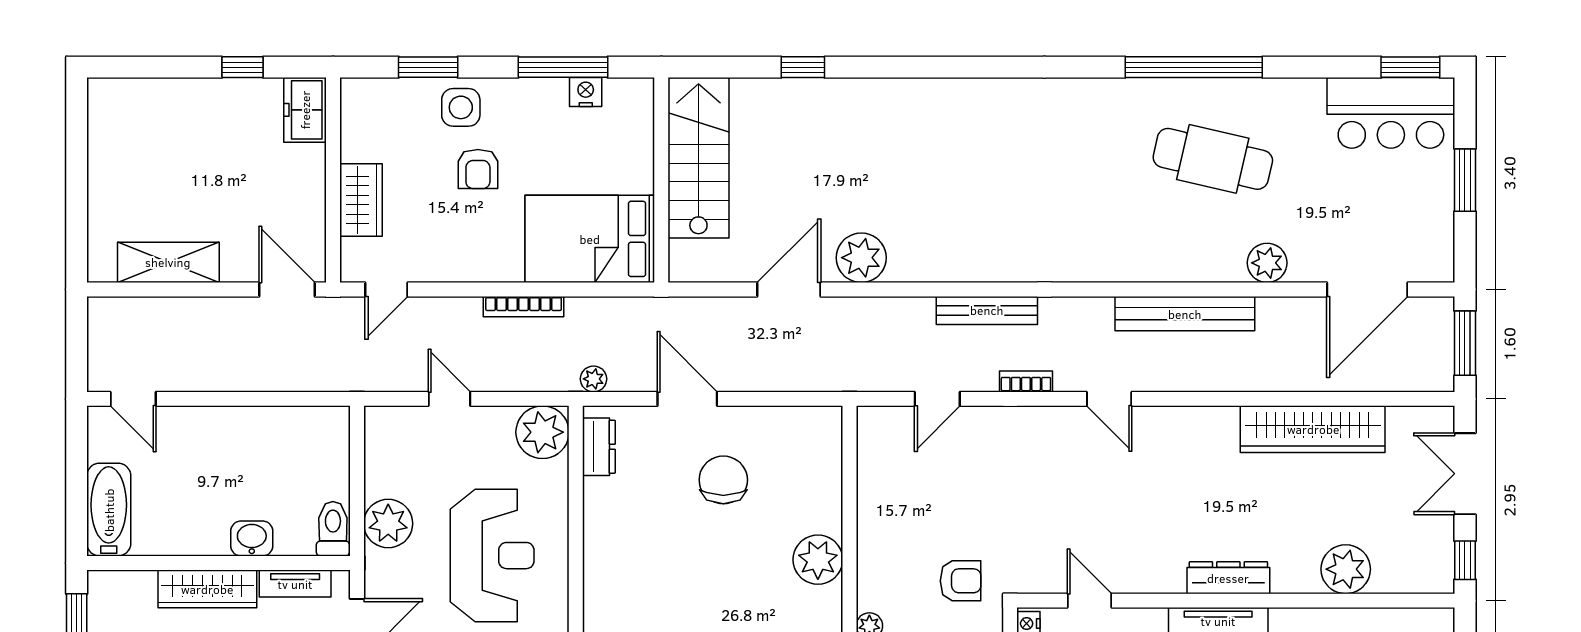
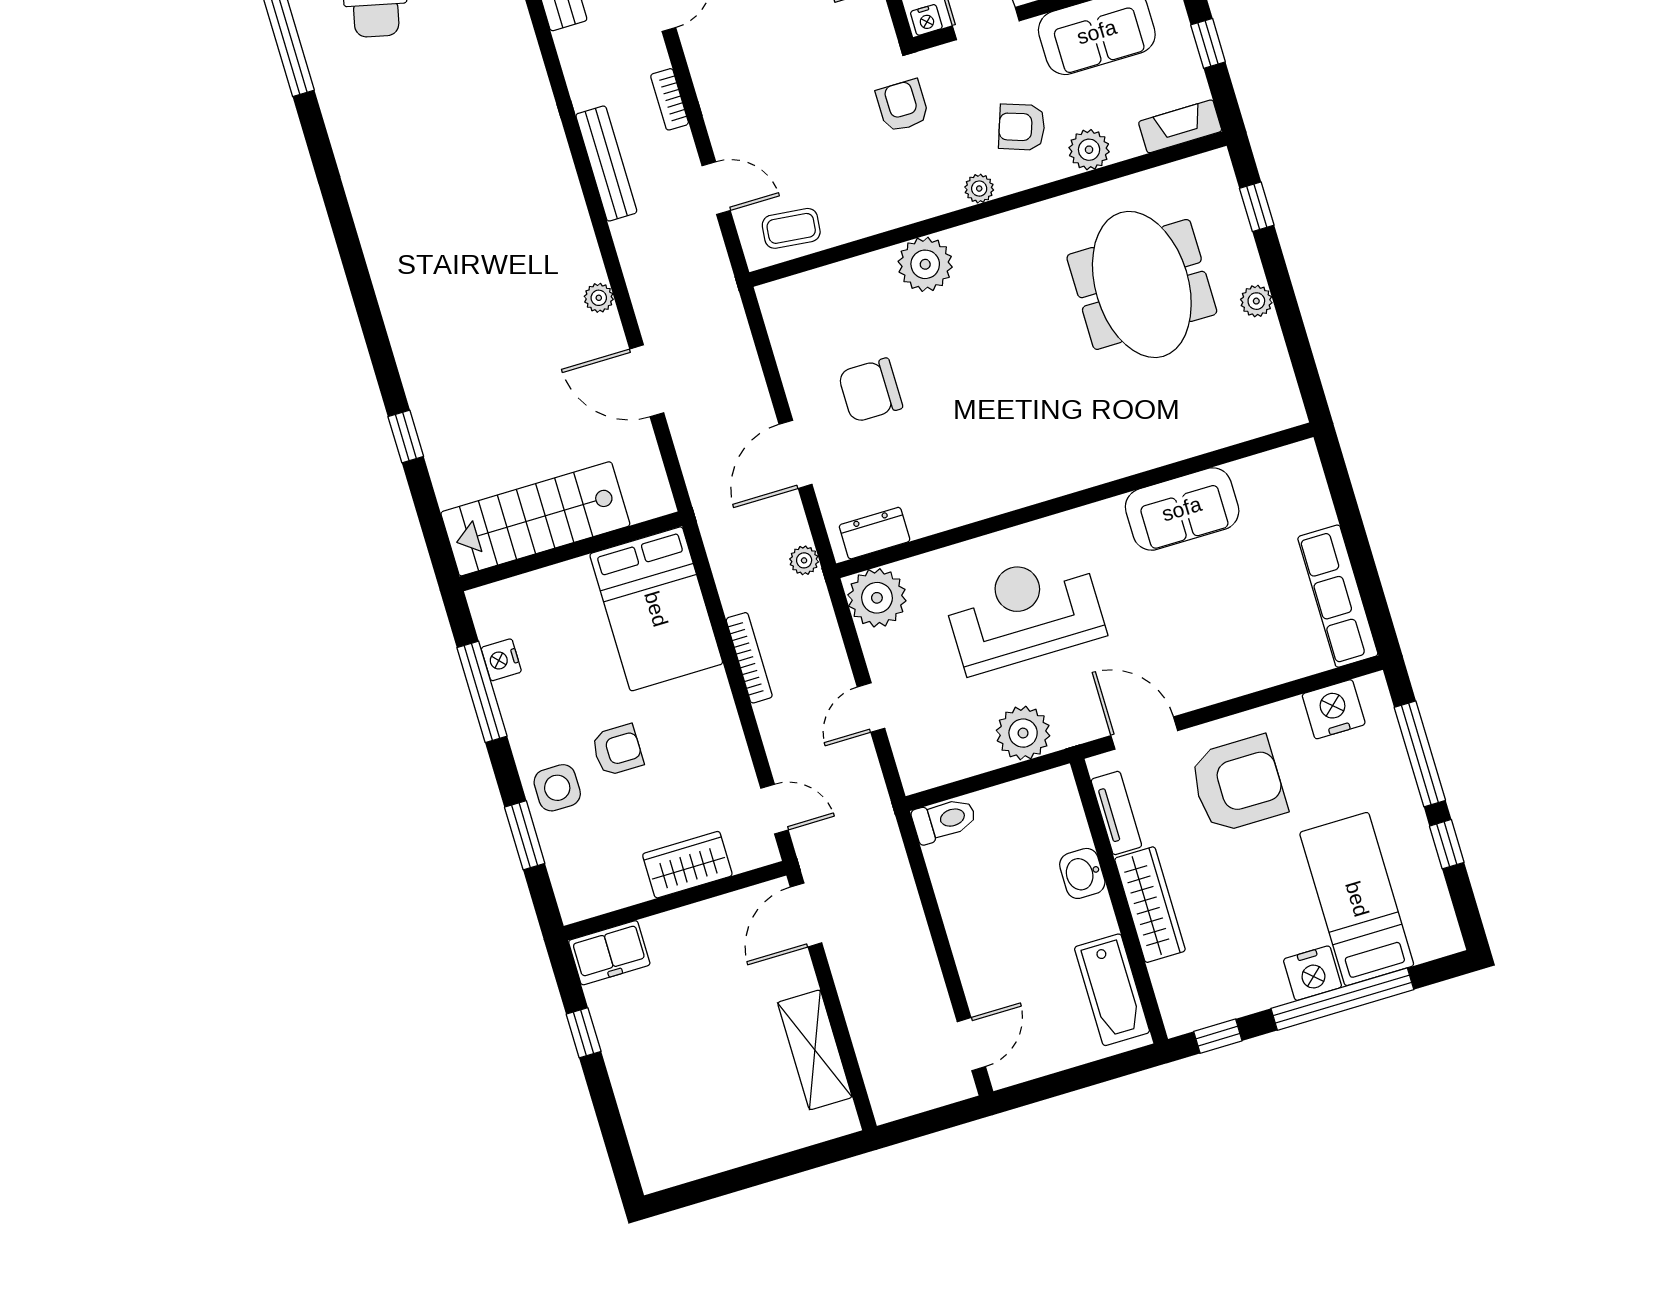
plant: (861, 258) -> (599, 298), width x0.53, depth x0.53
coffee table: (883, 453) -> (791, 228), added
bathtub: (109, 510) -> (1112, 990), moved, turned -90
toilet: (333, 529) -> (944, 820), moved, turned 180

